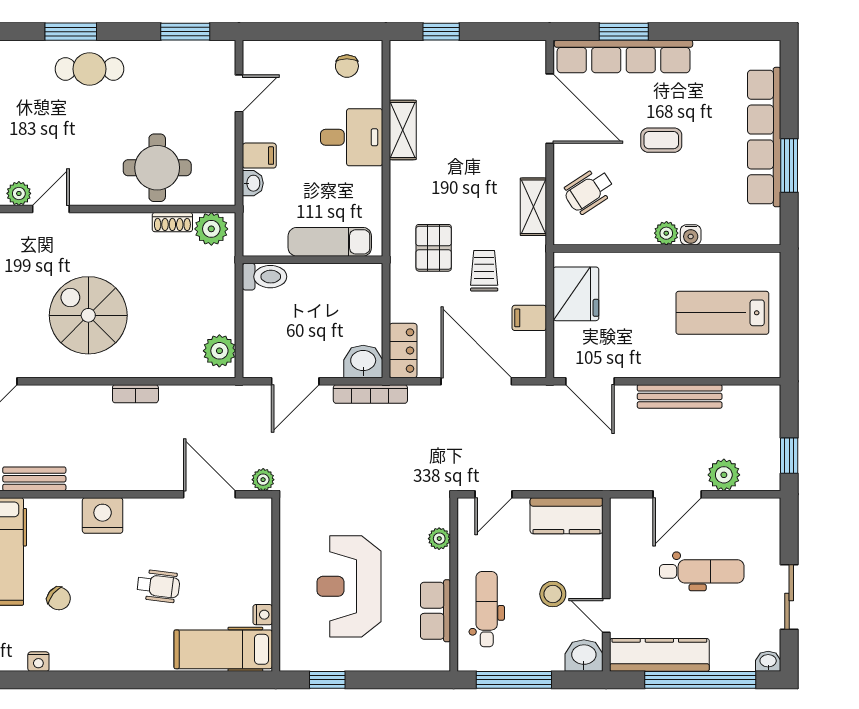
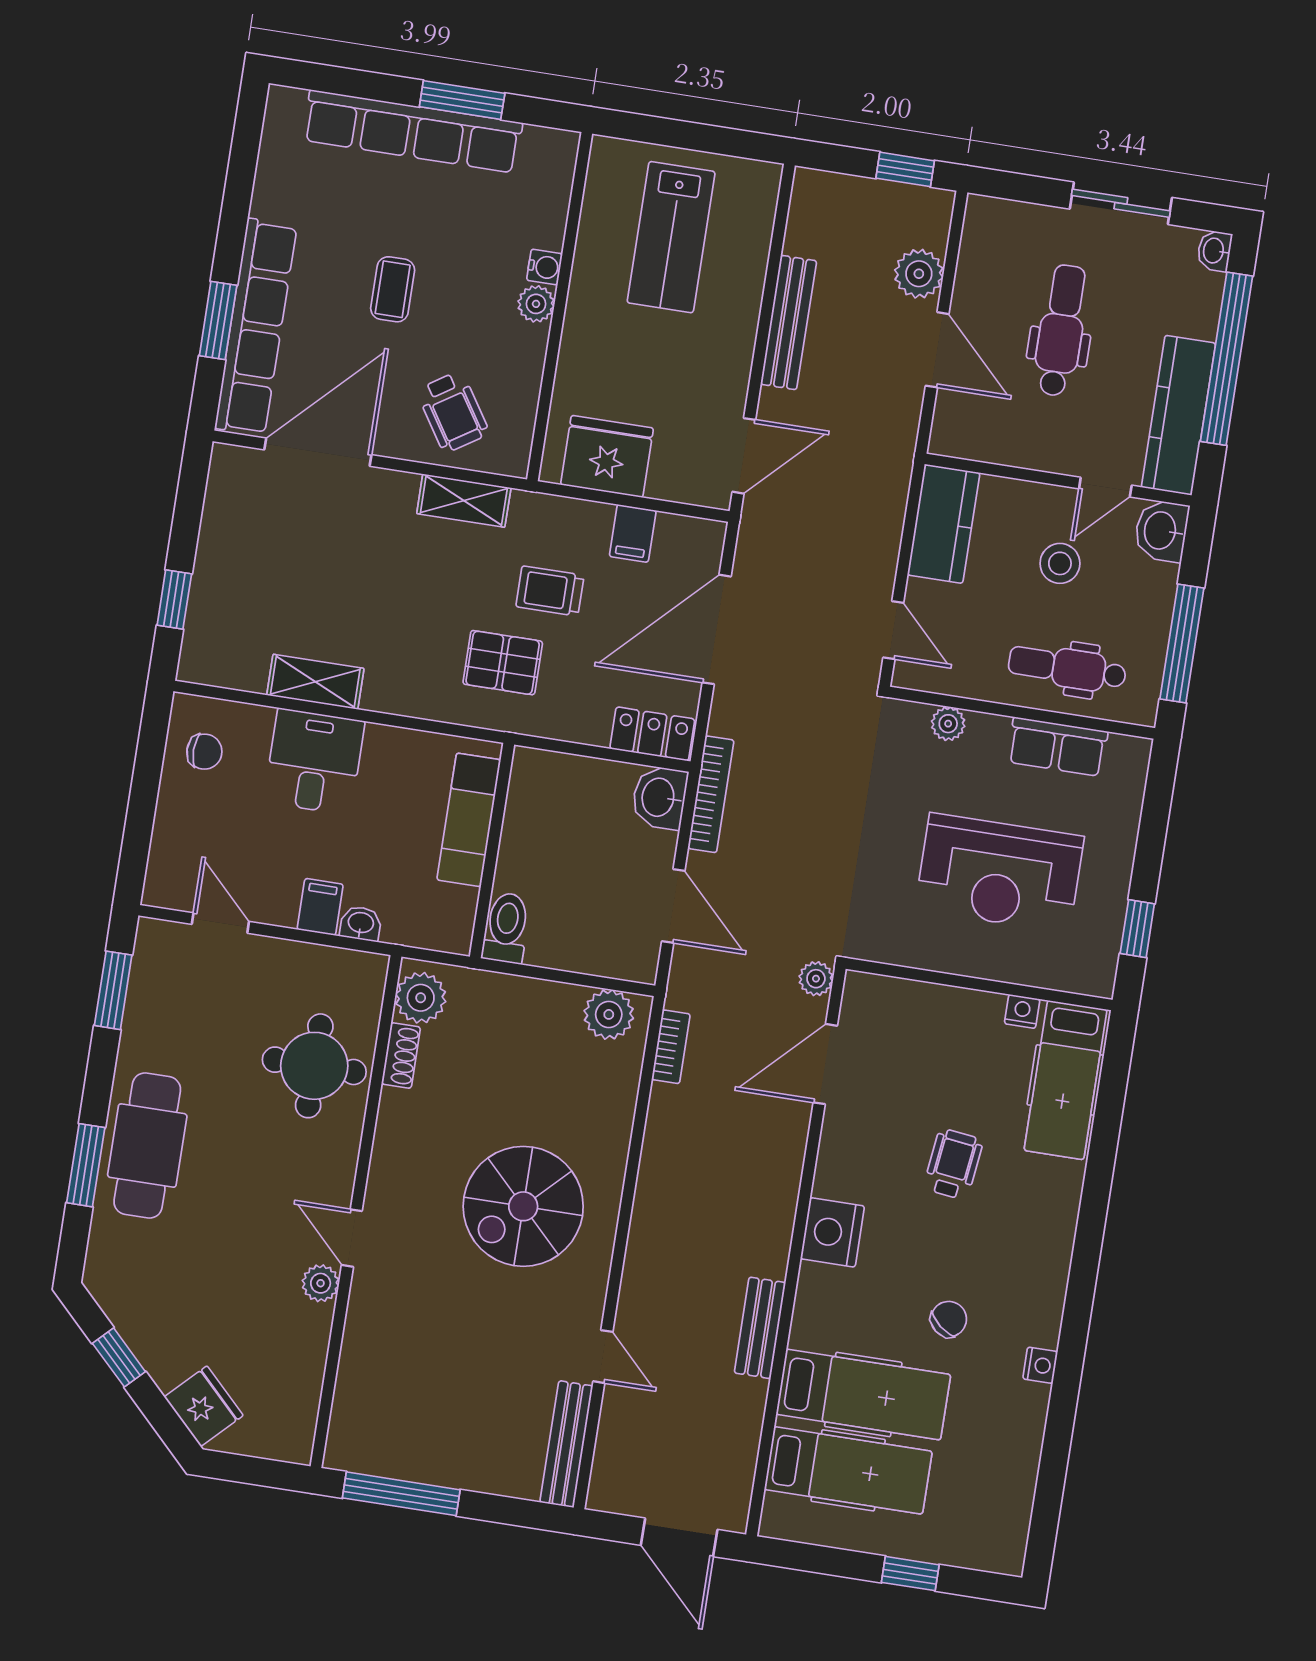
cafe table: (89, 69) -> (147, 1146), width x1.37, depth x1.35
bookcase: (135, 394) -> (671, 1047), moved

